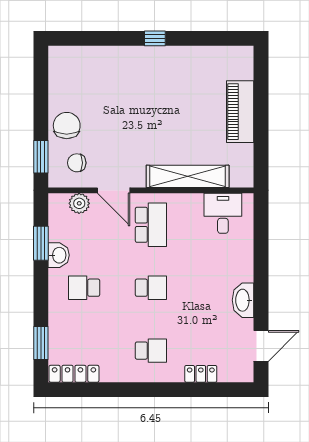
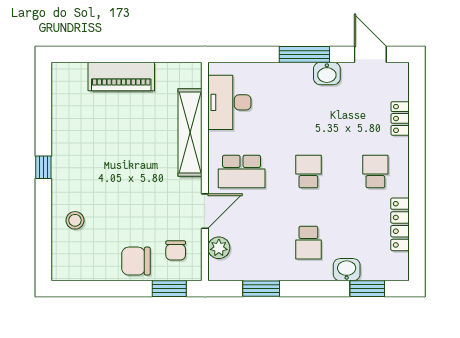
stool: (105, 68) -> (75, 220), added
desk: (223, 213) -> (229, 102), width x1.37
school desk: (151, 225) -> (242, 172), turned 180
washbasin: (59, 255) -> (347, 270), moved
window: (261, 284) -> (304, 54), added
washbasin: (243, 300) -> (327, 73), width x0.72
locker: (74, 374) -> (400, 224), moved

